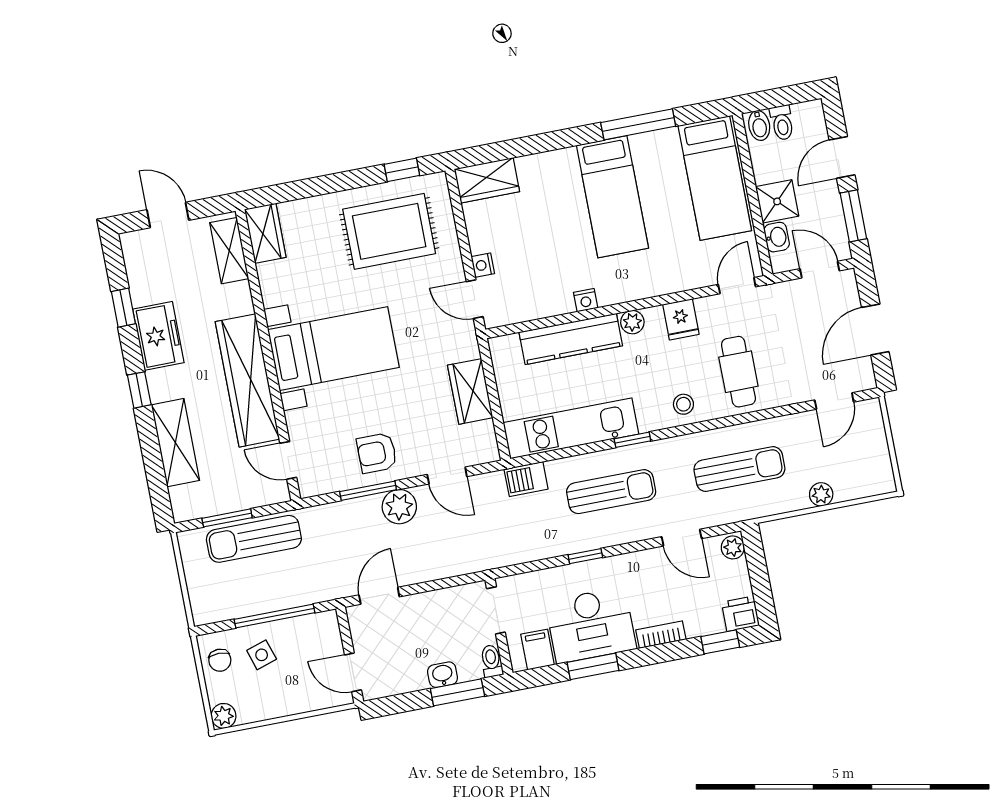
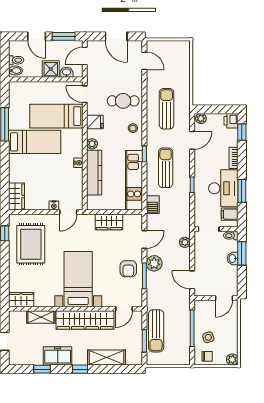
bed: (715, 178) -> (56, 116), moved, turned 180
shelving: (229, 251) -> (41, 317), moved
plant: (821, 494) -> (185, 242), moved

